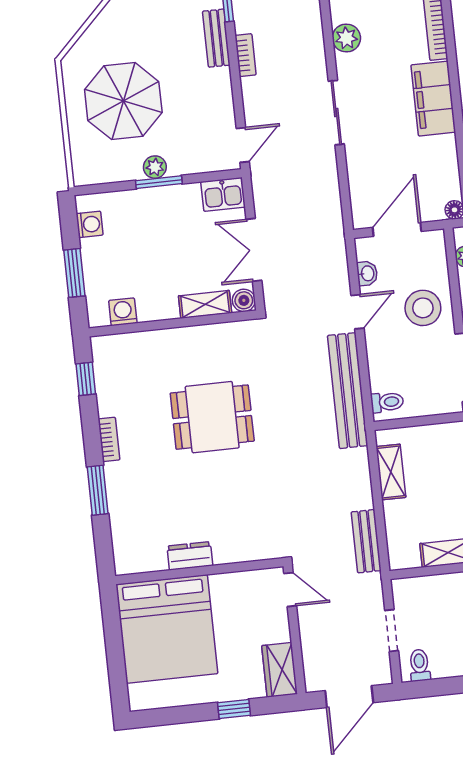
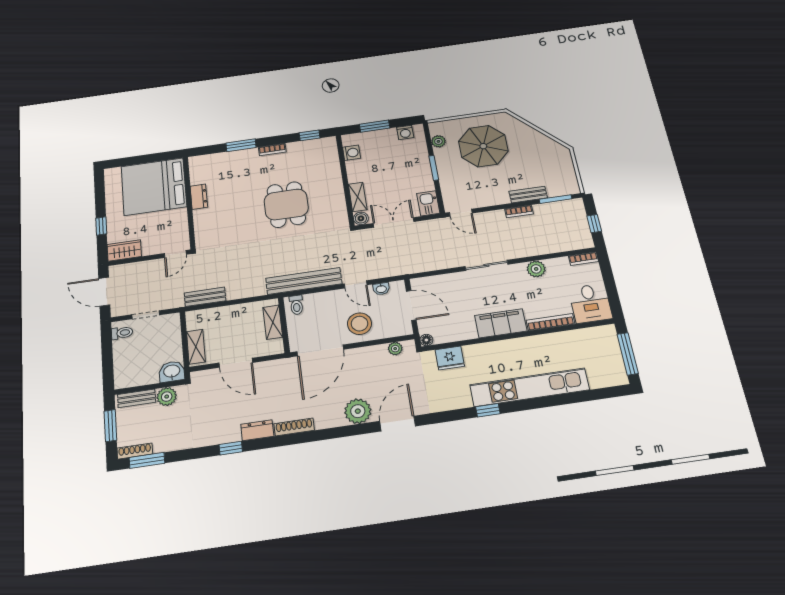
plant: (155, 167) -> (438, 141), moved
shelving: (391, 472) -> (273, 322), moved, turned 90

